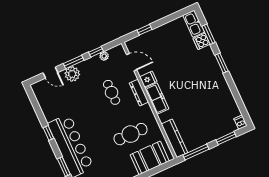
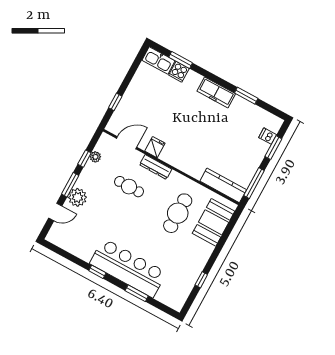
window: (222, 63) -> (246, 96), moved
freezer: (157, 99) -> (216, 92), moved, turned 180
dishwasher: (240, 122) -> (268, 136), moved

